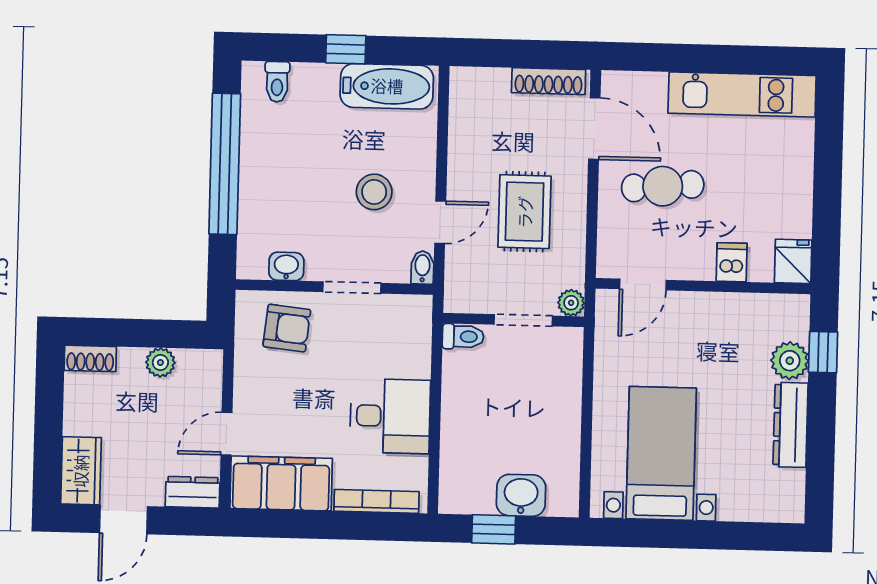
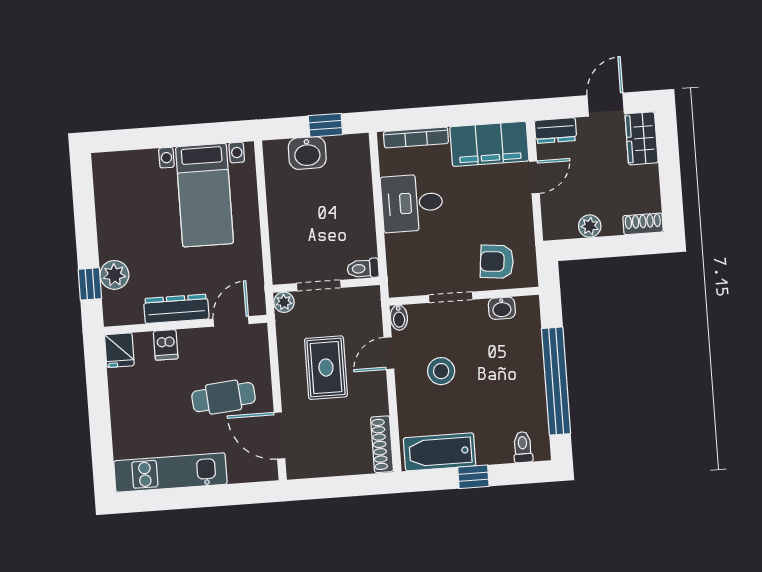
shoe rack: (549, 81) -> (382, 444), moved, turned -90
dresser: (791, 425) -> (176, 309), moved, turned -90

